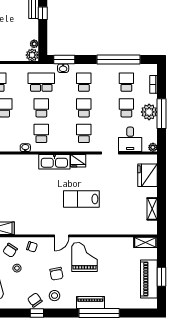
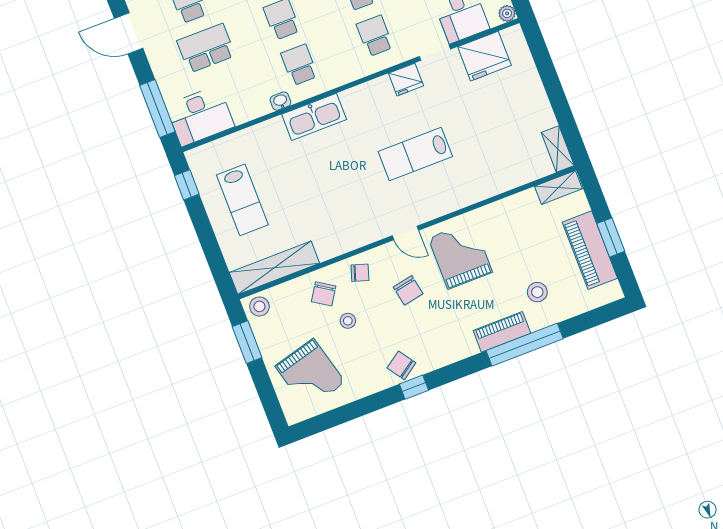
fridge: (78, 161) -> (406, 80), moved
kitchen sink: (54, 162) -> (314, 117), moved
fridge: (148, 175) -> (484, 56), moved, turned -90
shelving: (152, 209) -> (558, 149), moved
door: (62, 236) -> (405, 233), hinge flipped
chair: (56, 274) -> (408, 290), moved
stool: (55, 296) -> (537, 292), moved

